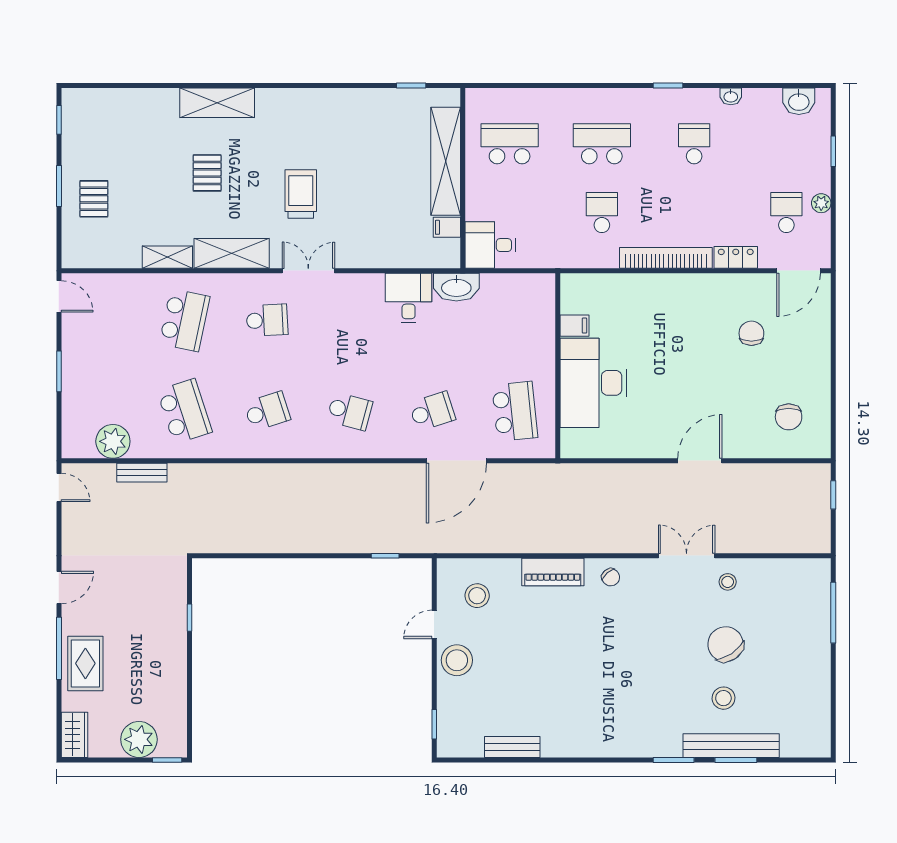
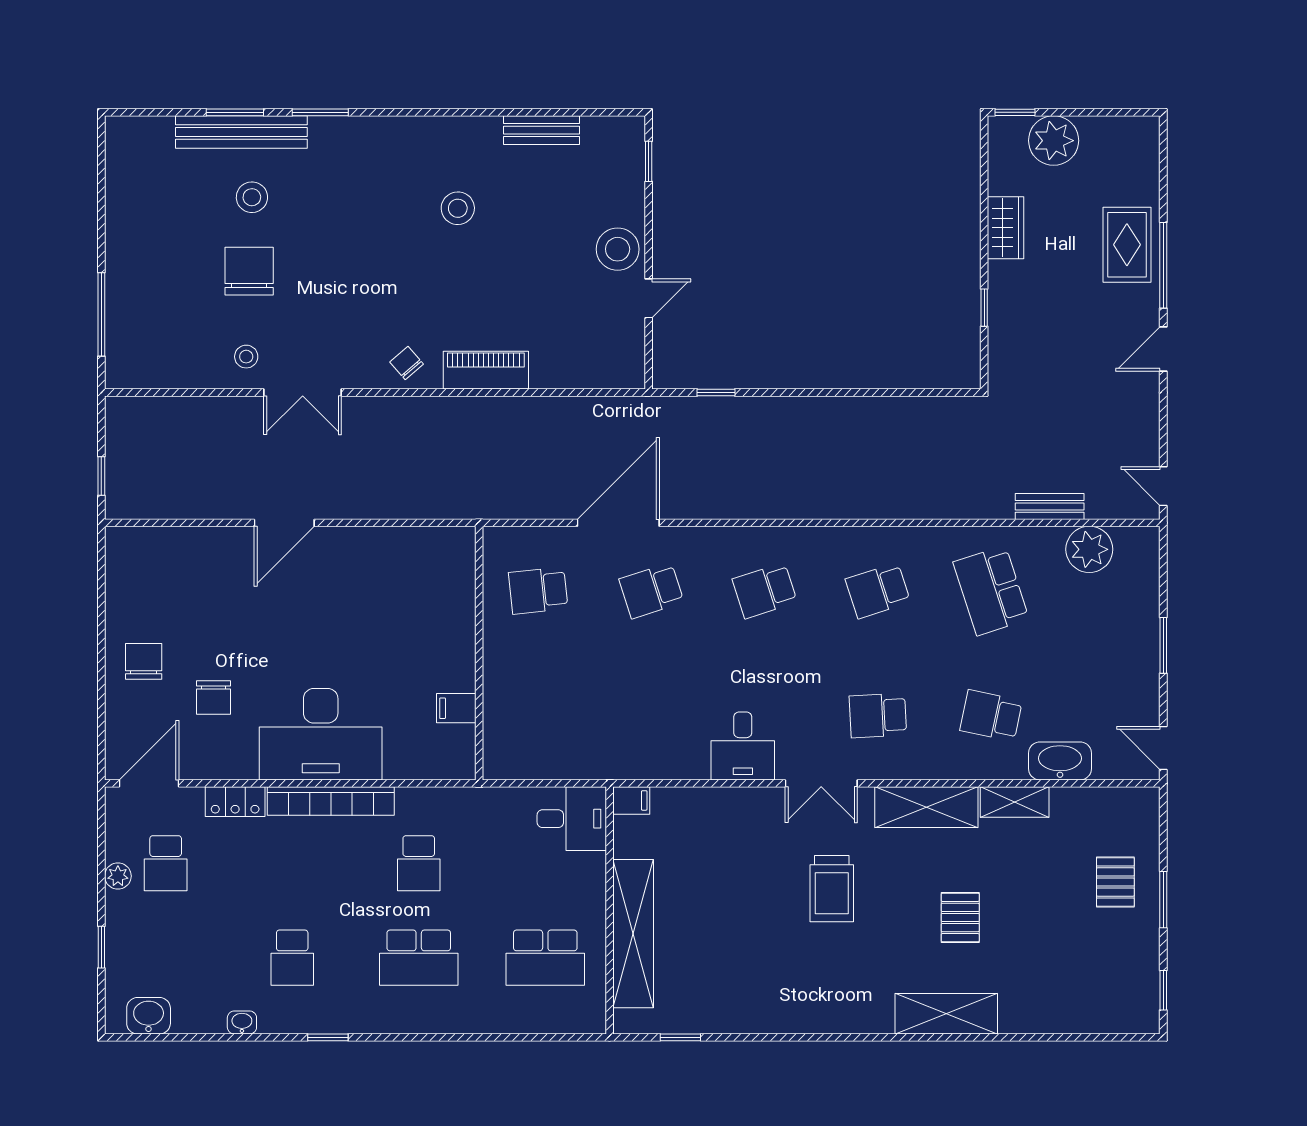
filing cabinet: (447, 227) -> (631, 800), moved
washbasin: (456, 287) -> (1060, 761), moved
desk: (409, 298) -> (743, 746), moved
school desk: (185, 320) -> (991, 716), width x0.54
desk: (594, 383) -> (321, 734), moved, turned 90
school desk: (350, 411) -> (765, 591), turned -33
school desk: (515, 411) -> (538, 591), width x0.54
chair: (789, 417) -> (144, 661), moved
stool: (477, 596) -> (458, 208), moved
chair: (726, 644) -> (249, 271), turned -146
wardrobe: (75, 735) -> (1005, 228), moved, turned 180

